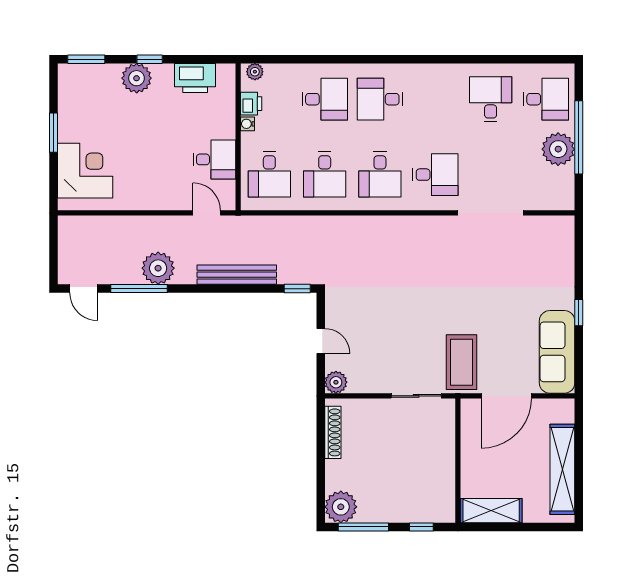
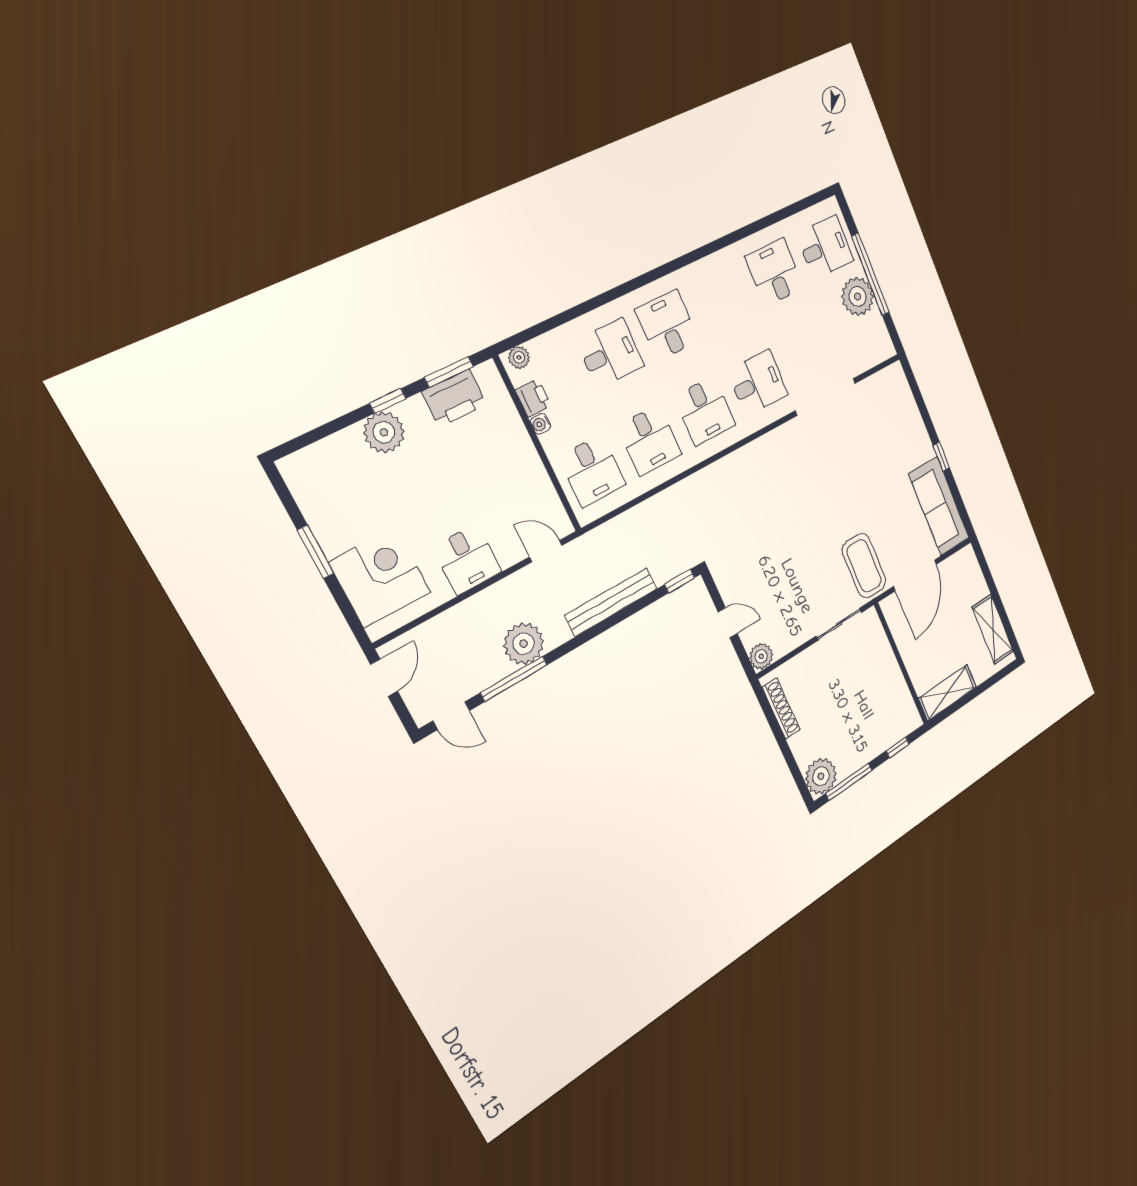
window: (86, 59) -> (449, 372), moved
desk: (380, 99) -> (667, 325), turned 90
desk: (214, 159) -> (467, 559), moved, turned 90
door: (53, 238) -> (384, 678), added
shelving: (562, 469) -> (993, 629), width x0.68

